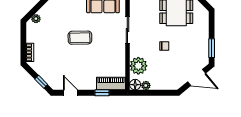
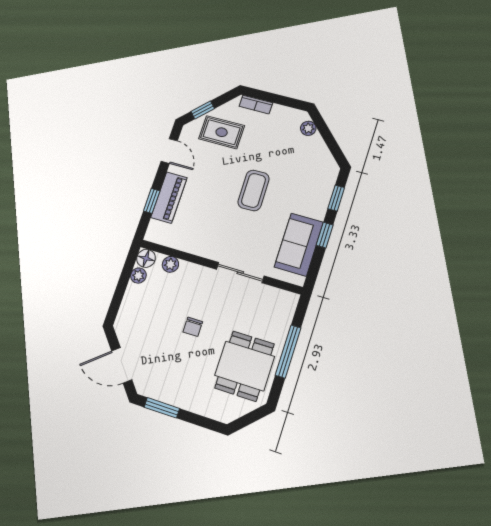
plant: (138, 66) -> (170, 264), width x0.53, depth x0.53
rug: (51, 67) -> (222, 132), added
door: (197, 77) -> (122, 365), hinge flipped
piano: (111, 84) -> (169, 198), moved
door: (71, 93) -> (169, 151), hinge flipped

